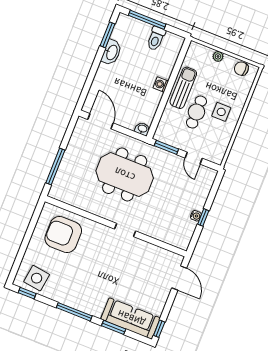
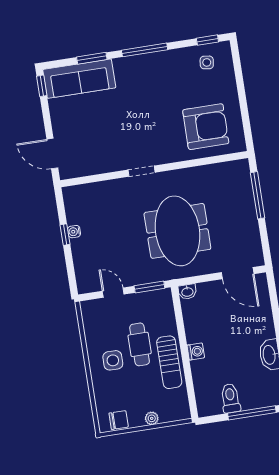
meeting table: (125, 174) -> (177, 231), turned 90
side table: (37, 278) -> (207, 62), width x0.54, depth x0.54

